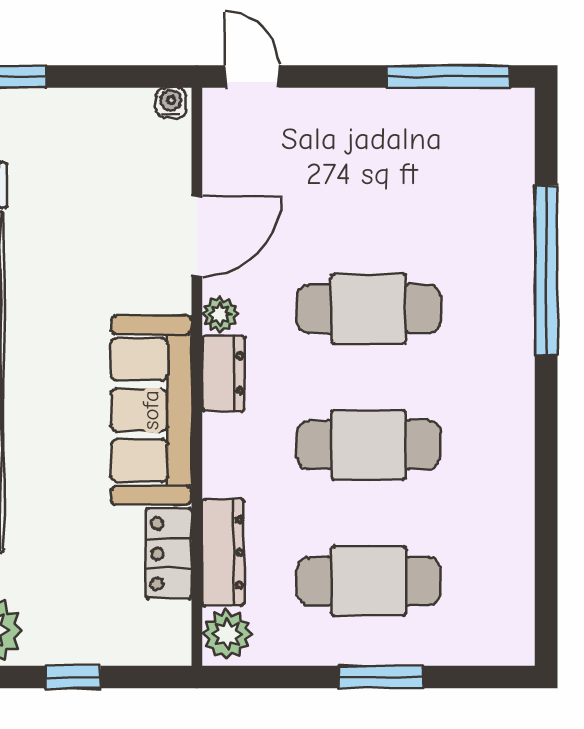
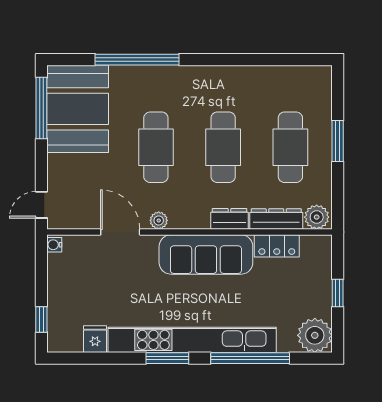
booth: (446, 150) -> (78, 109), added
dresser: (223, 373) -> (230, 219), moved

